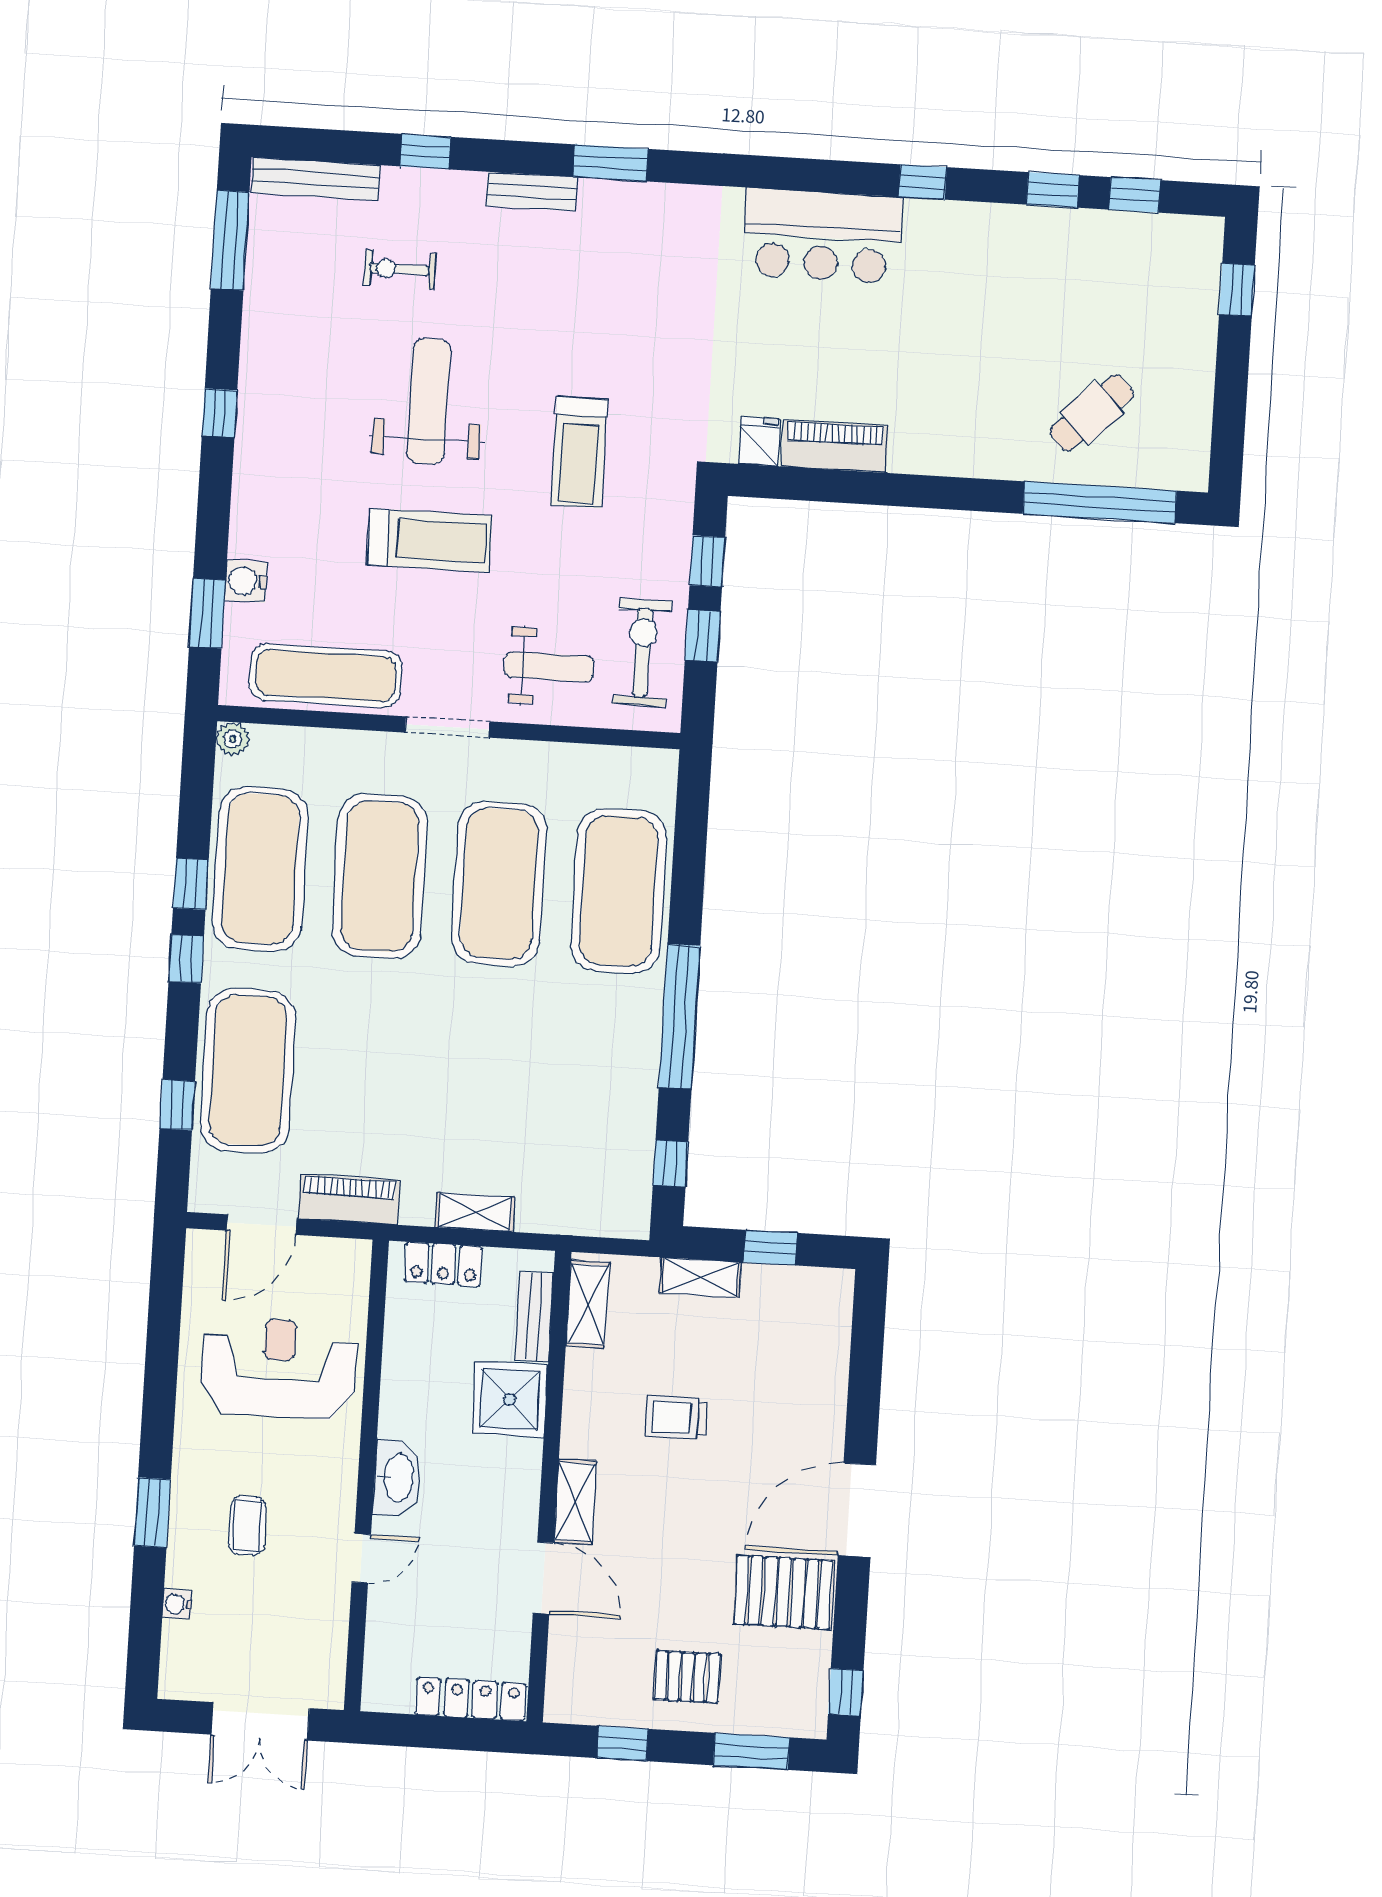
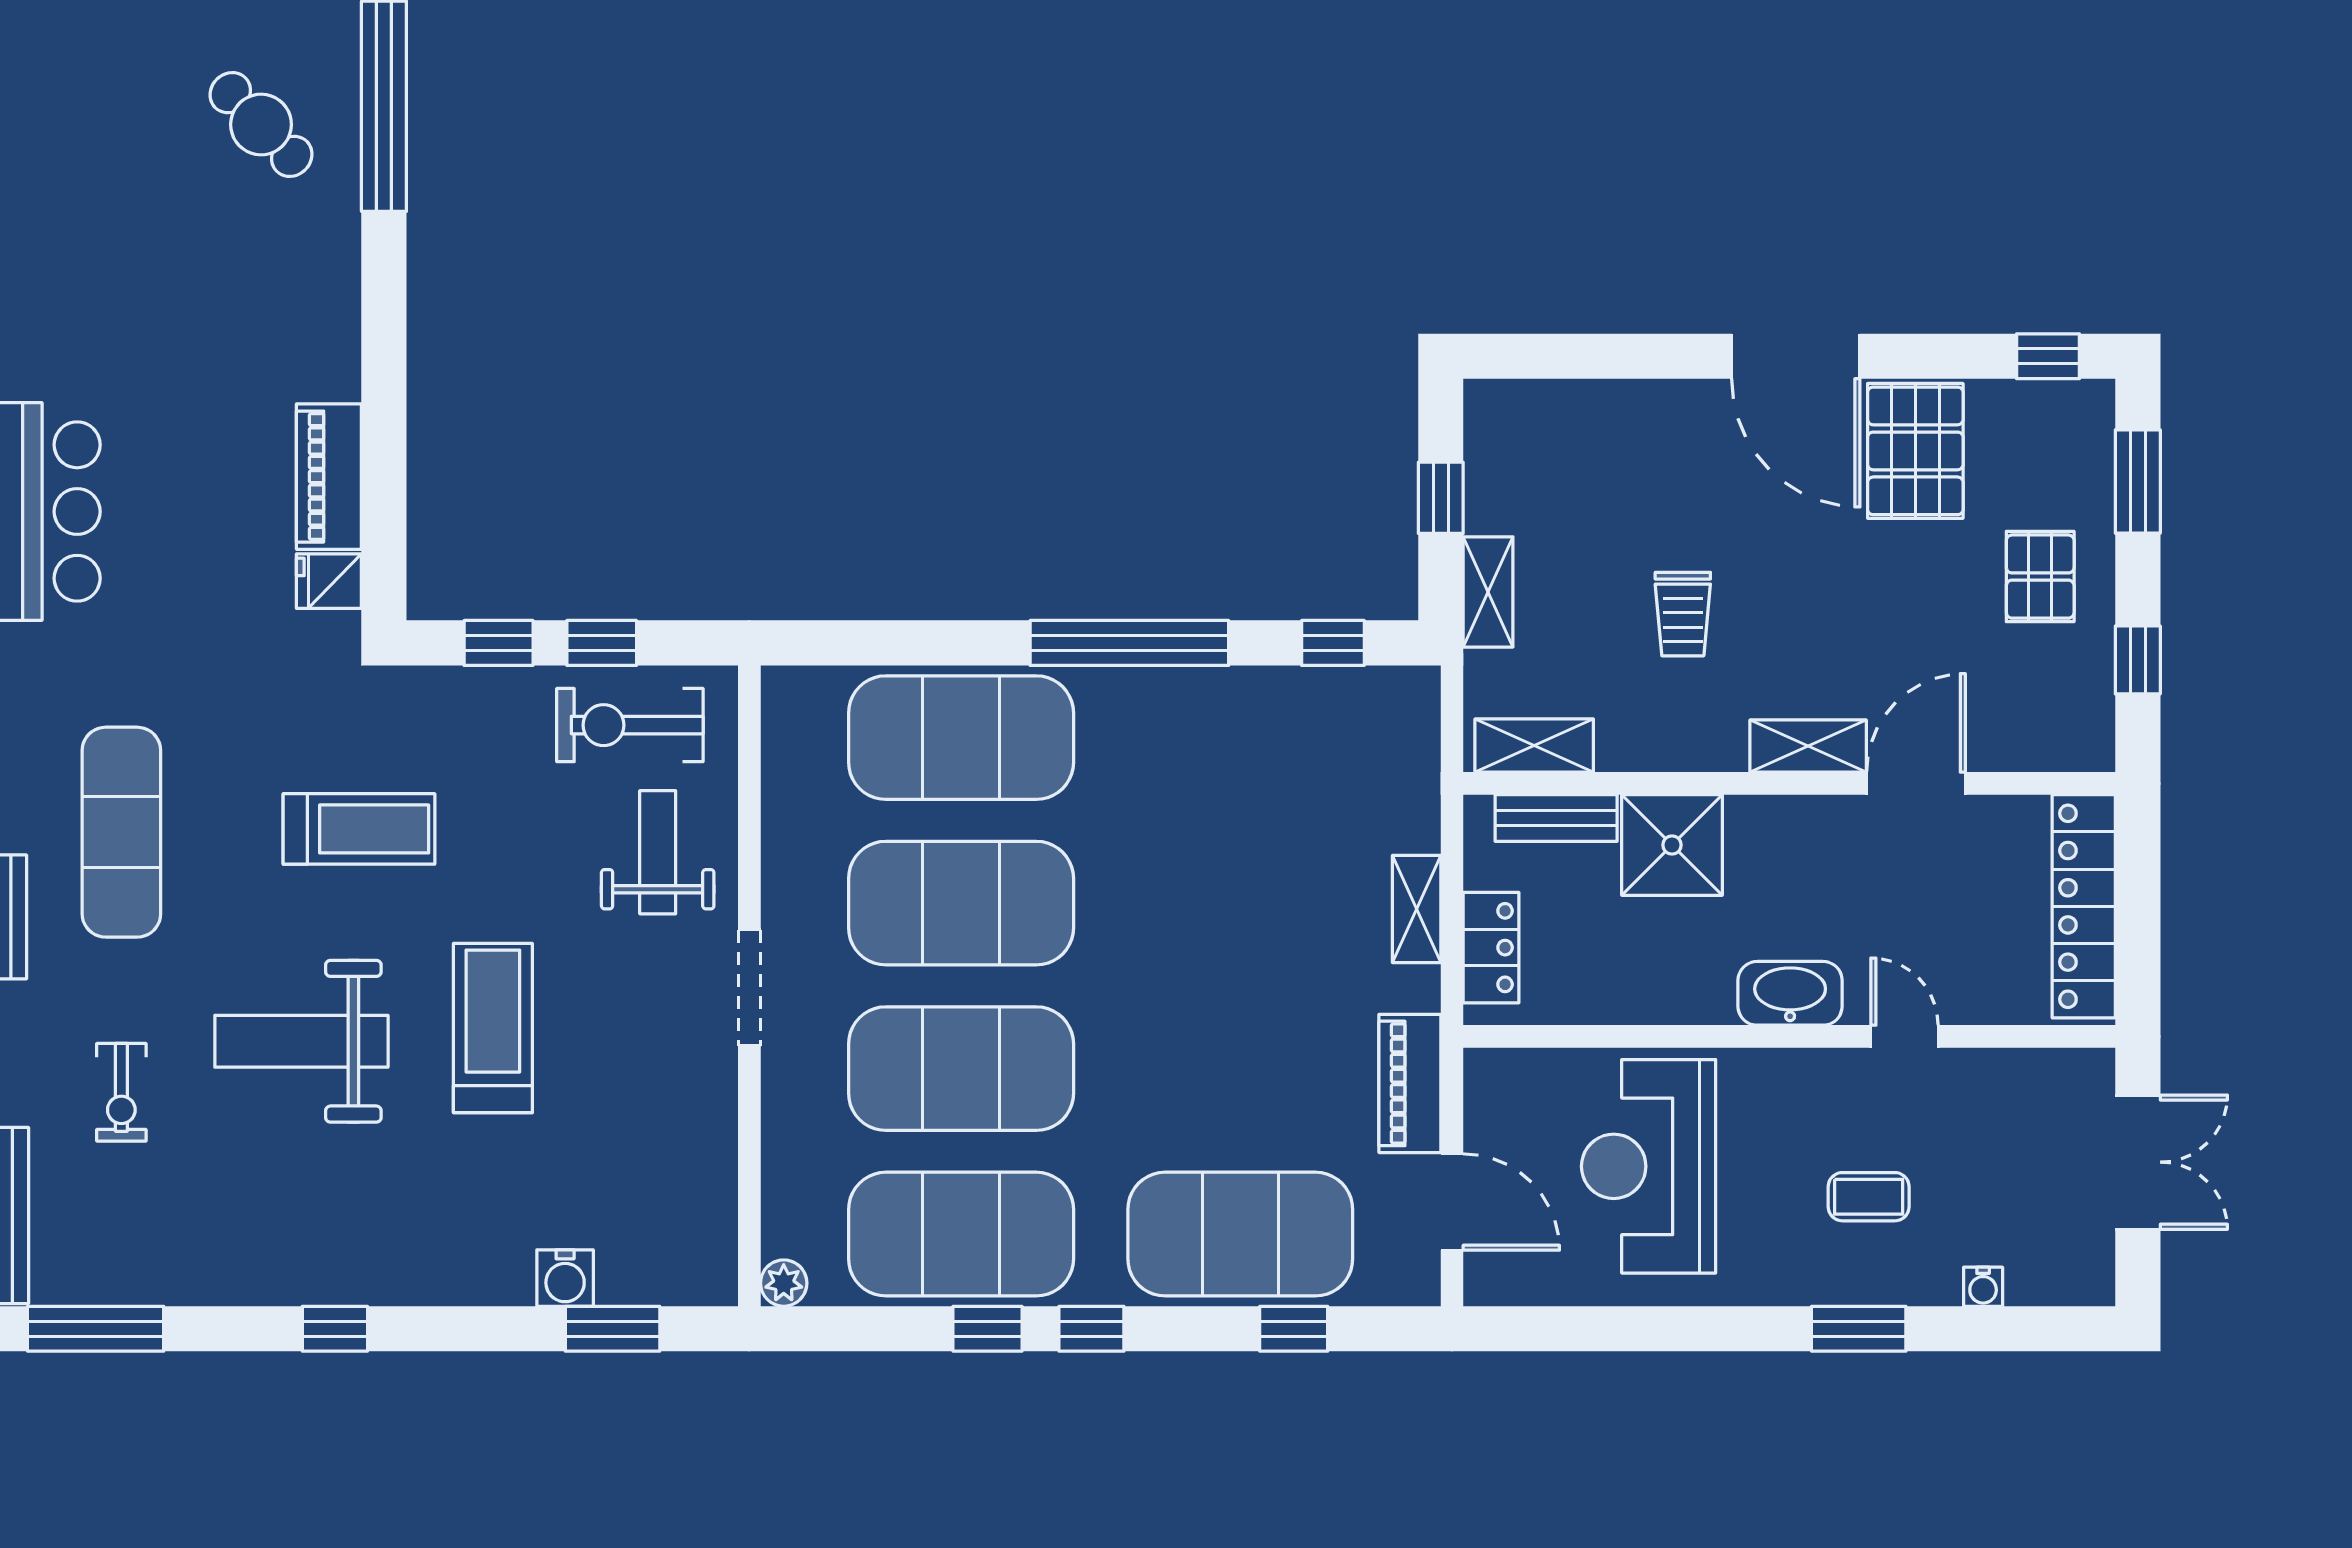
exercise mat: (326, 676) -> (121, 832), moved
locker: (471, 1699) -> (2084, 906), width x1.41, depth x1.21

